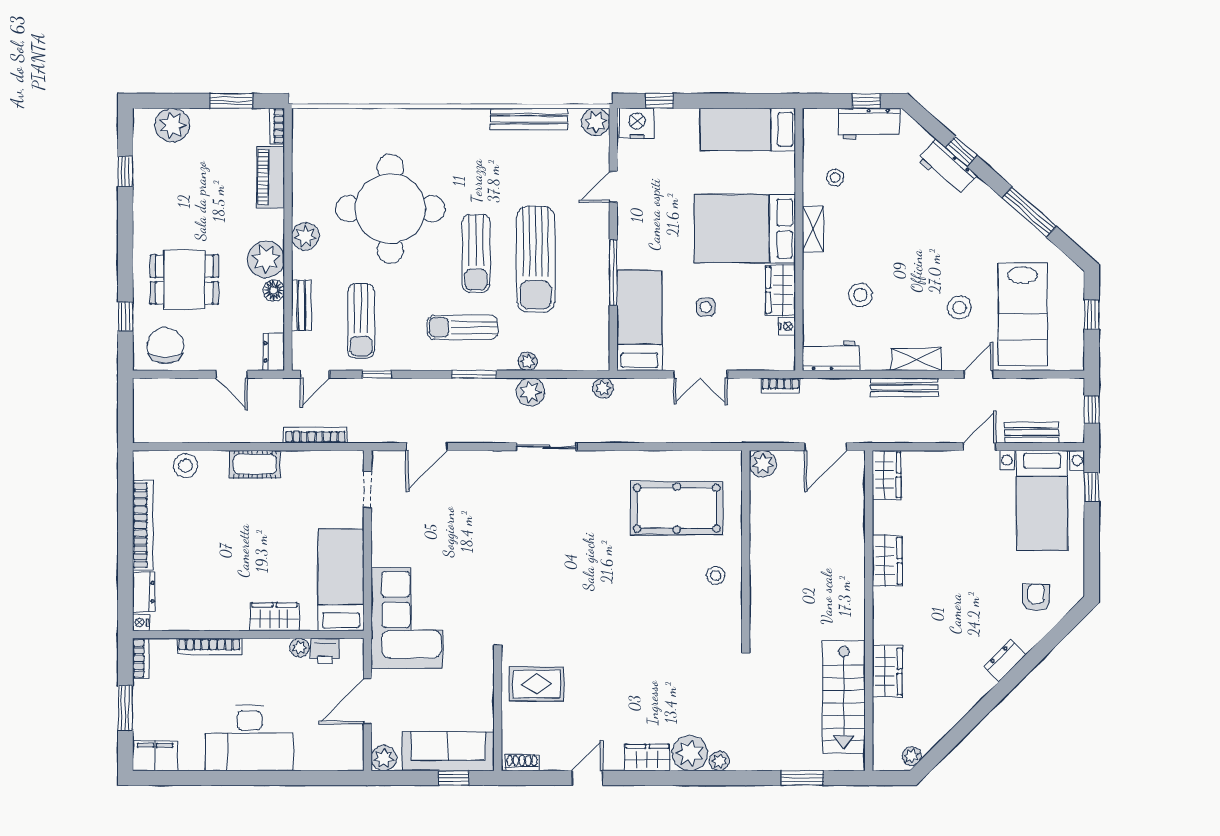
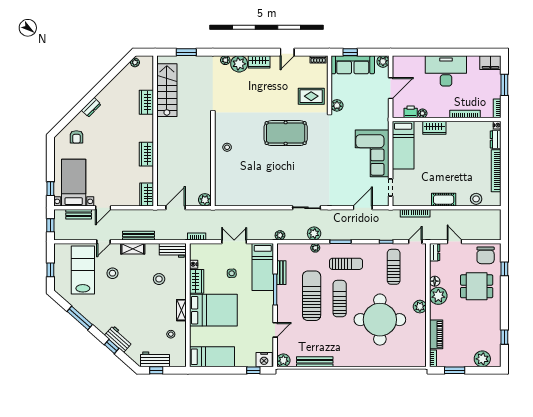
bench: (301, 305) -> (281, 273), moved
pool table: (677, 508) -> (286, 133), moved
corner sofa: (407, 618) -> (372, 153), moved
plant: (482, 665) -> (337, 105), added

